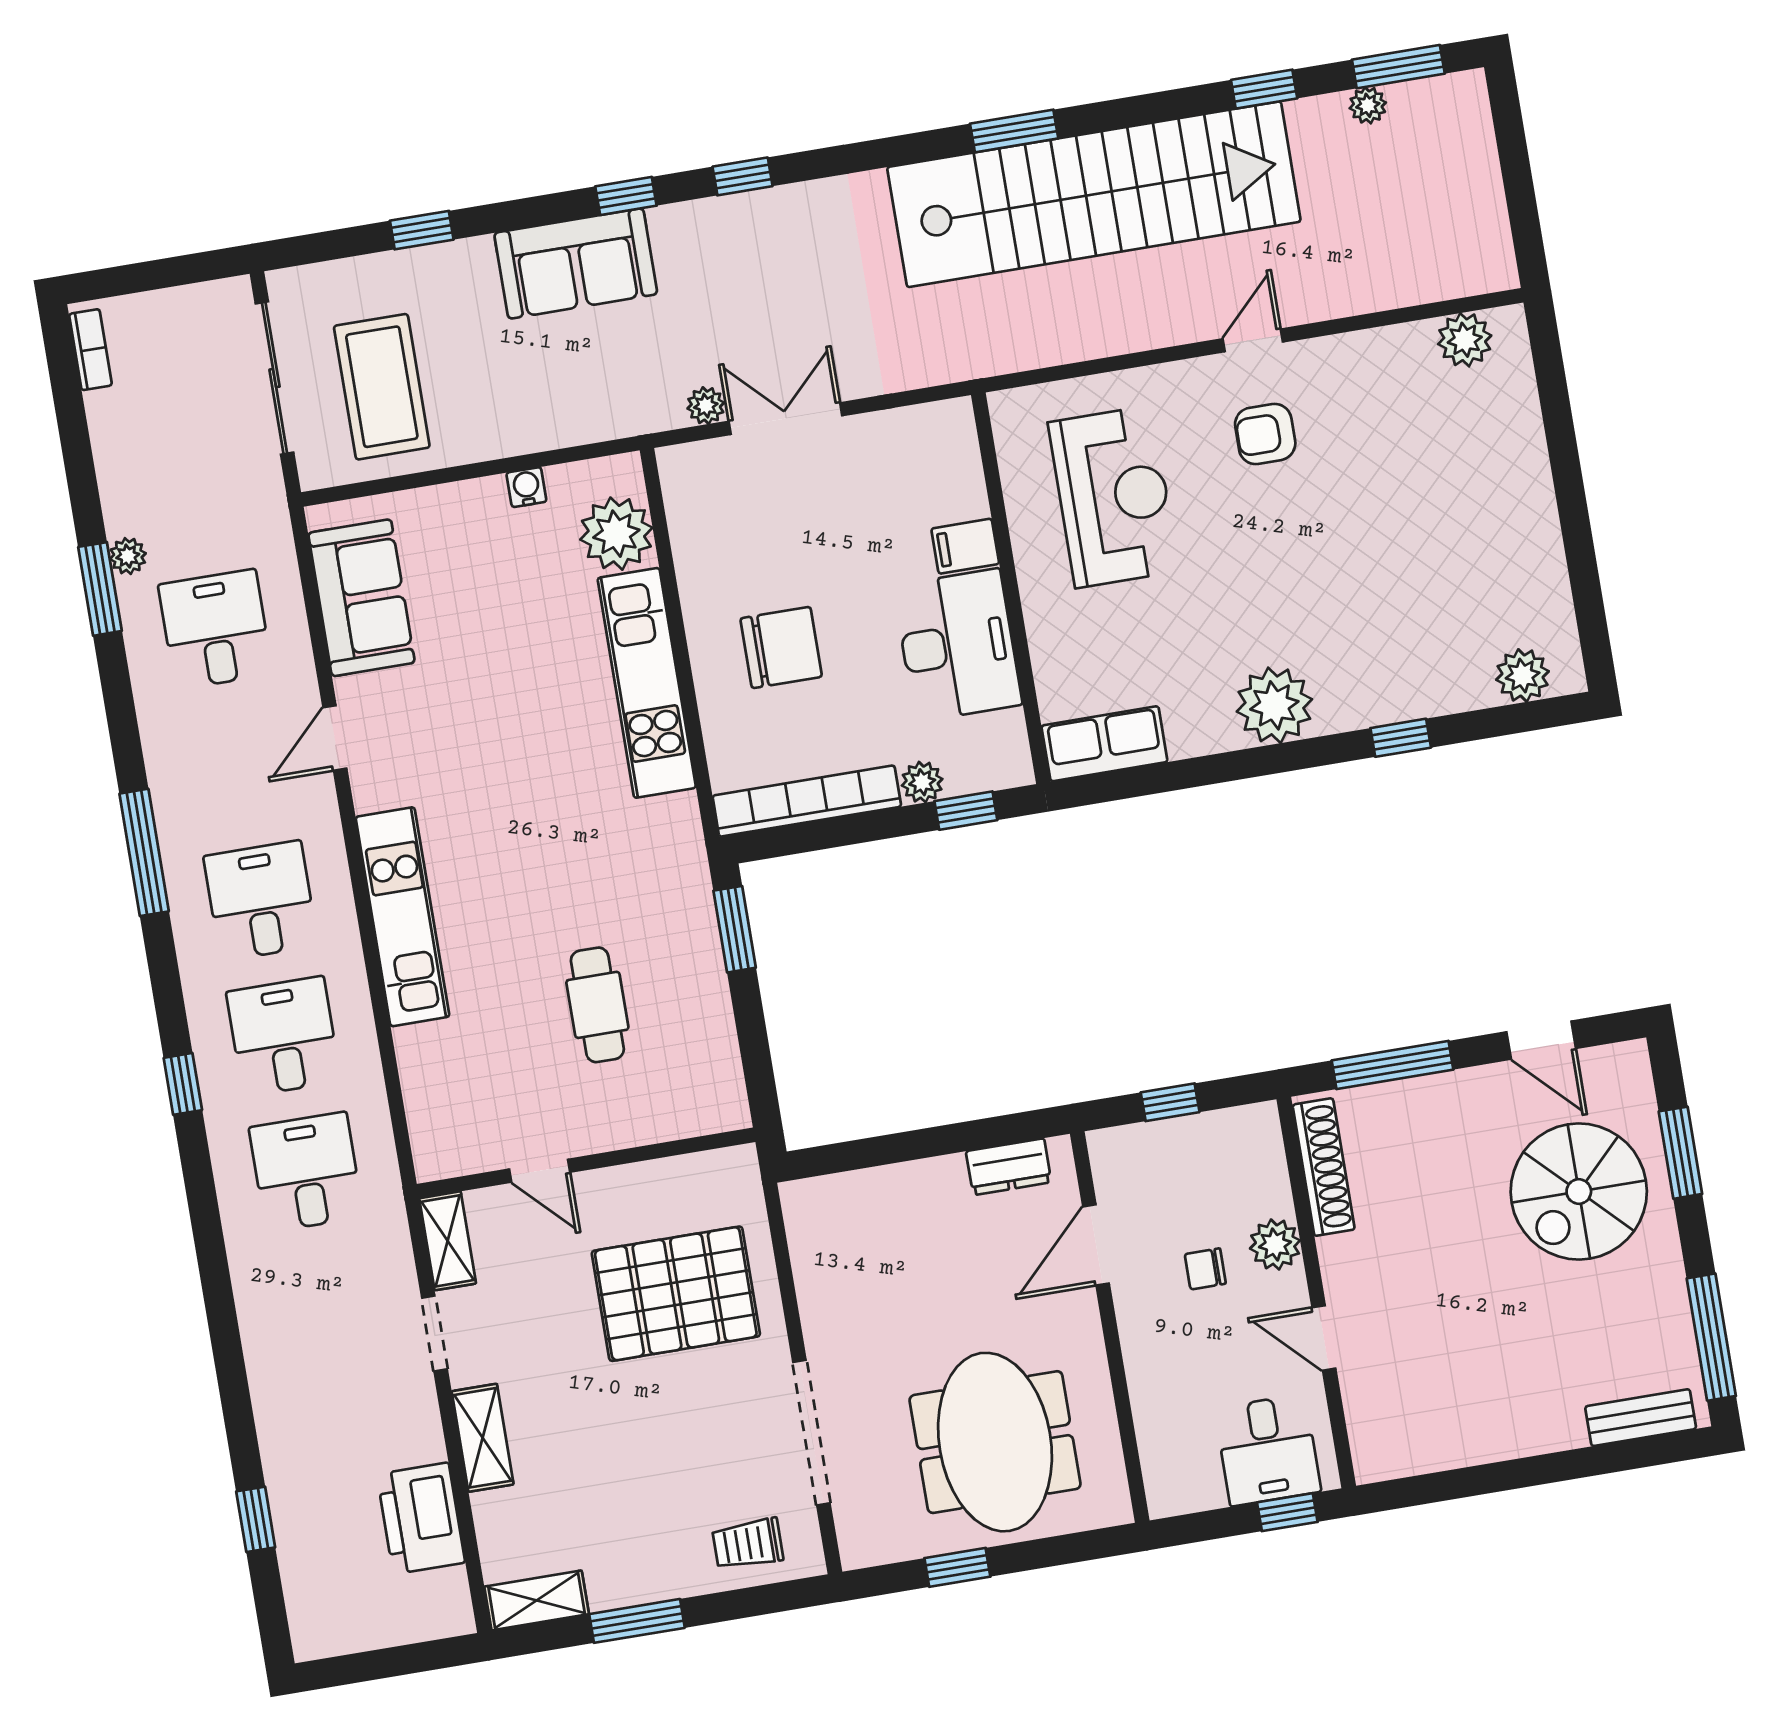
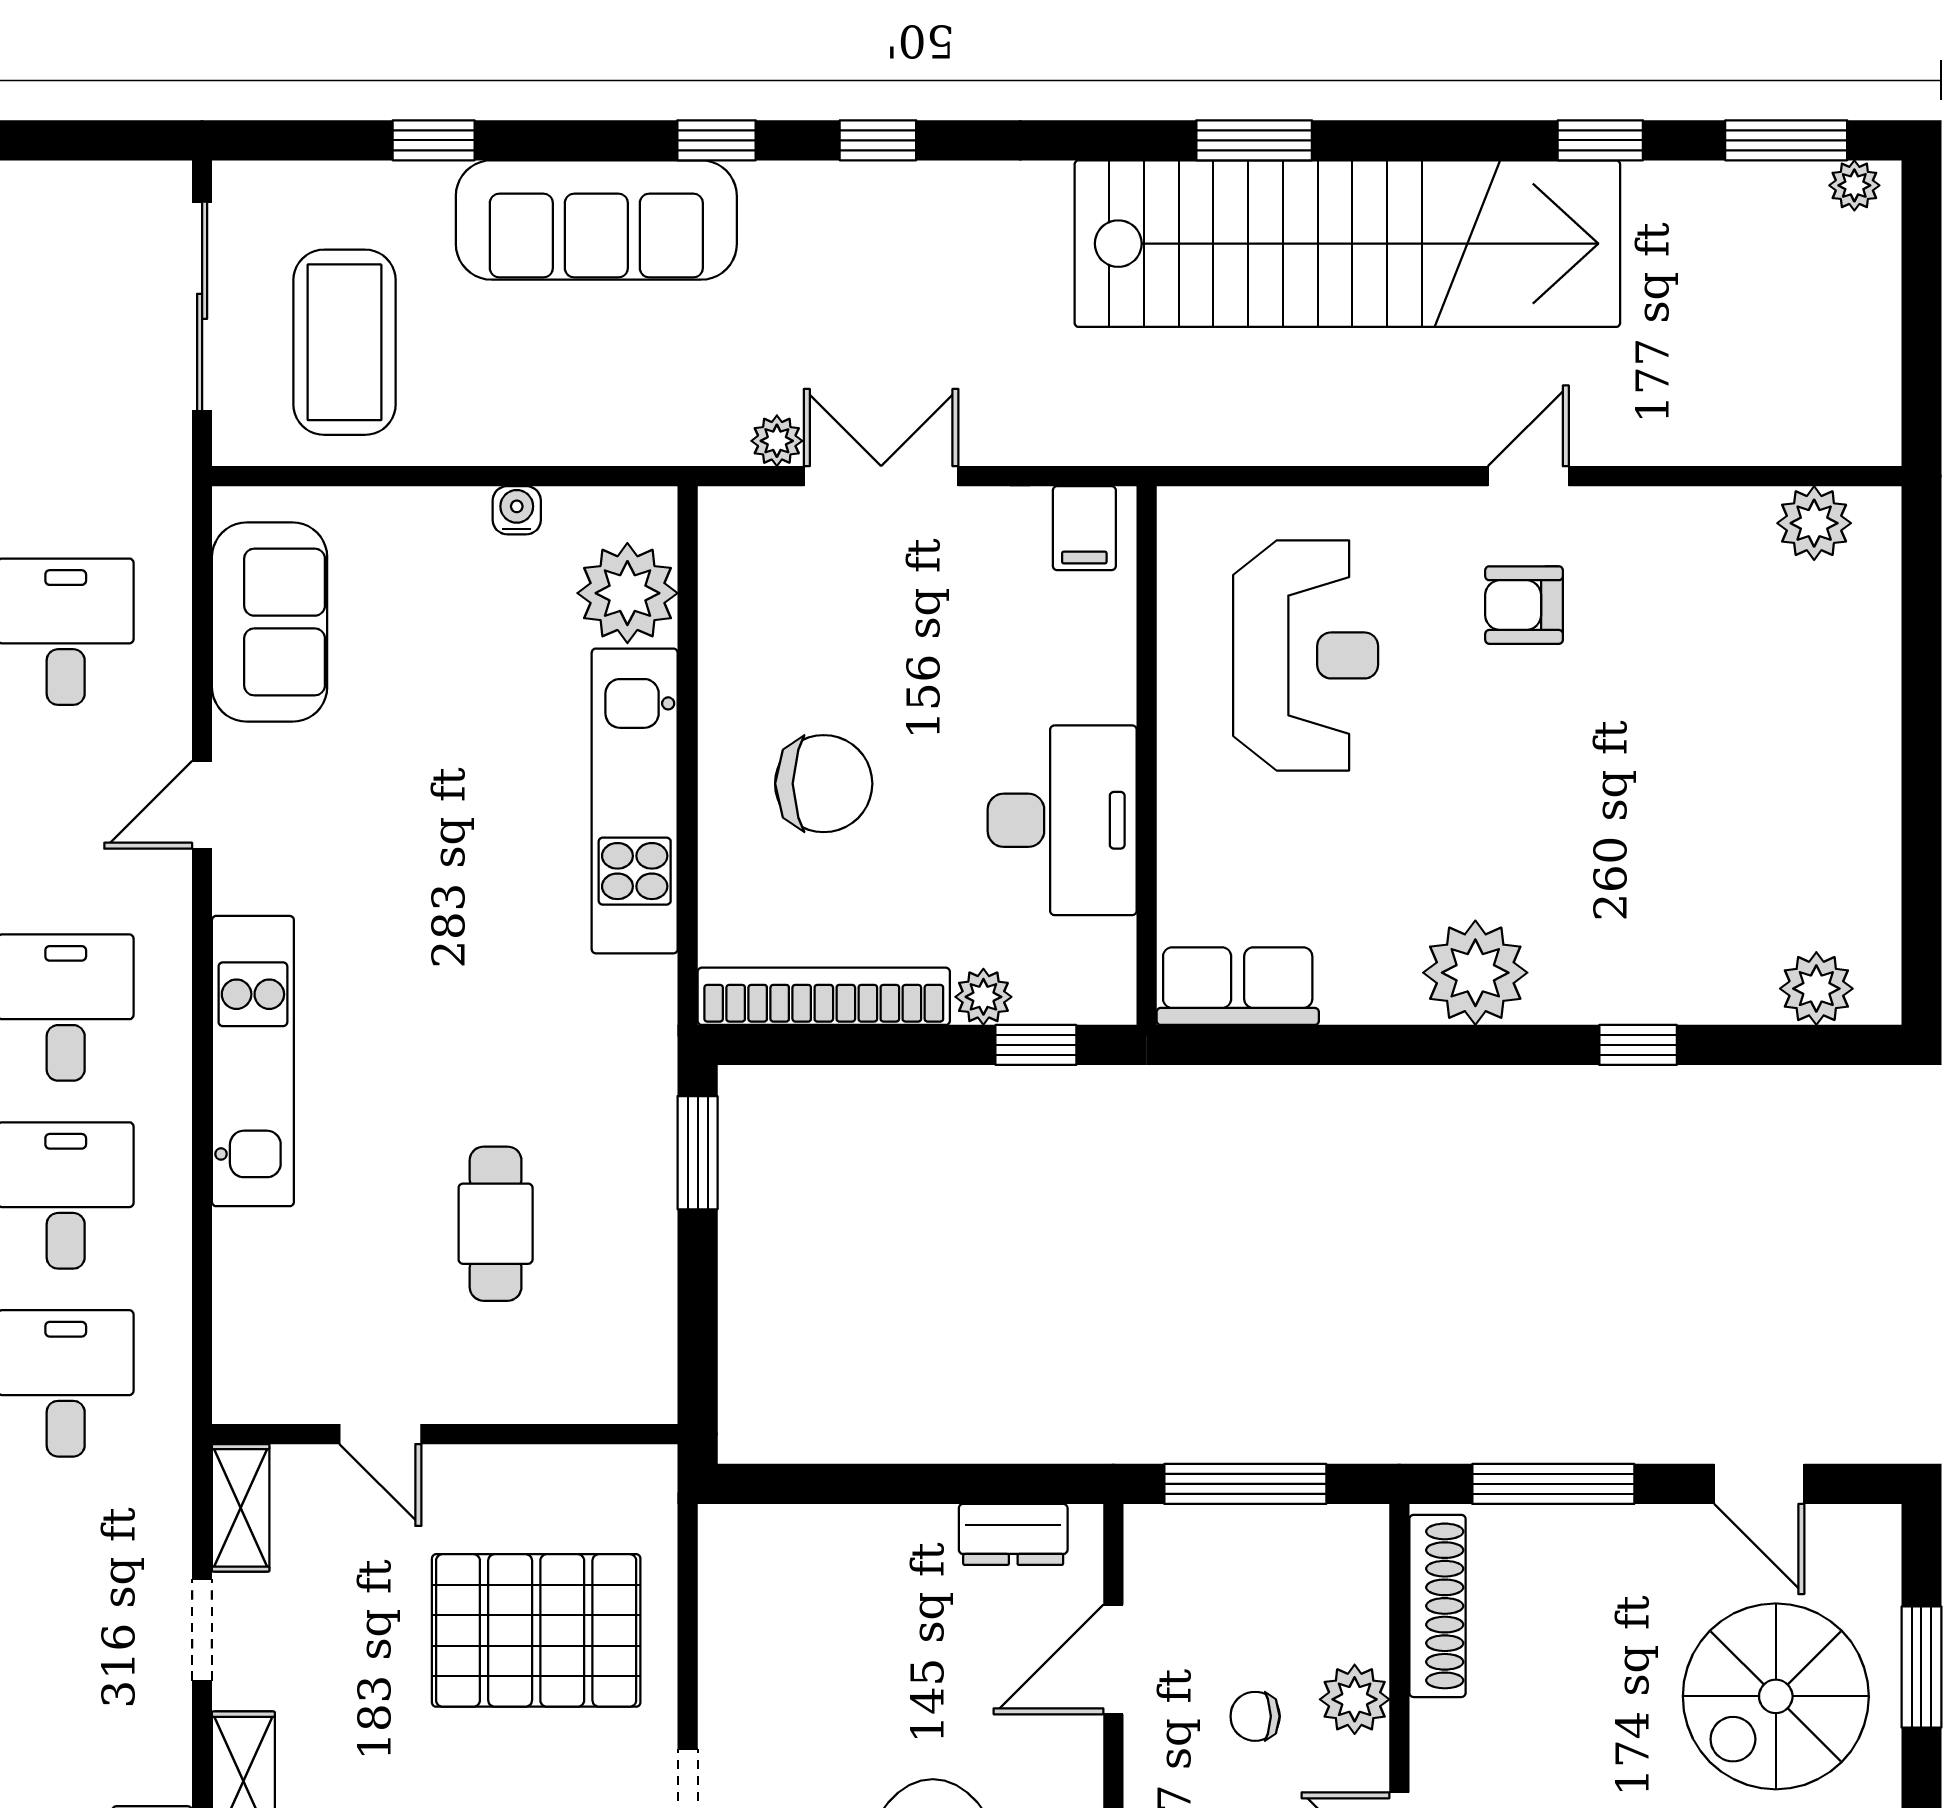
plant: (1368, 105) -> (1854, 185), moved
sofa: (576, 264) -> (596, 220), width x1.36
filing cabinet: (965, 546) -> (1084, 528), moved, turned -90
window: (1170, 1102) -> (1245, 1484), width x2.17

